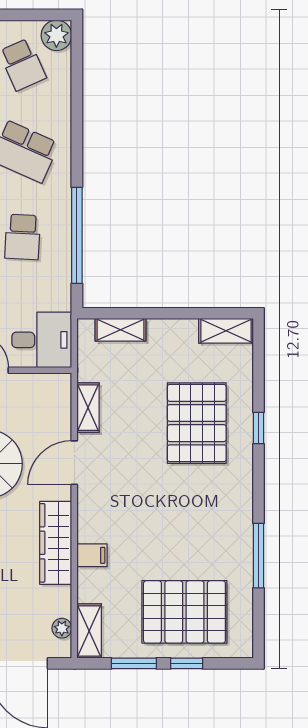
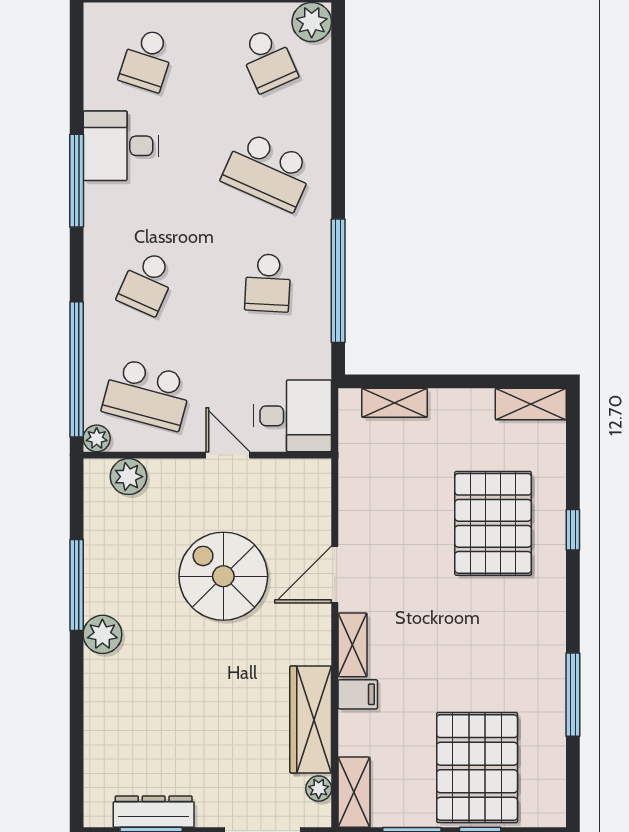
shelving: (88, 408) -> (353, 645), moved
wardrobe: (56, 543) -> (311, 720), moved
pallet: (184, 612) -> (477, 767), turned 90

